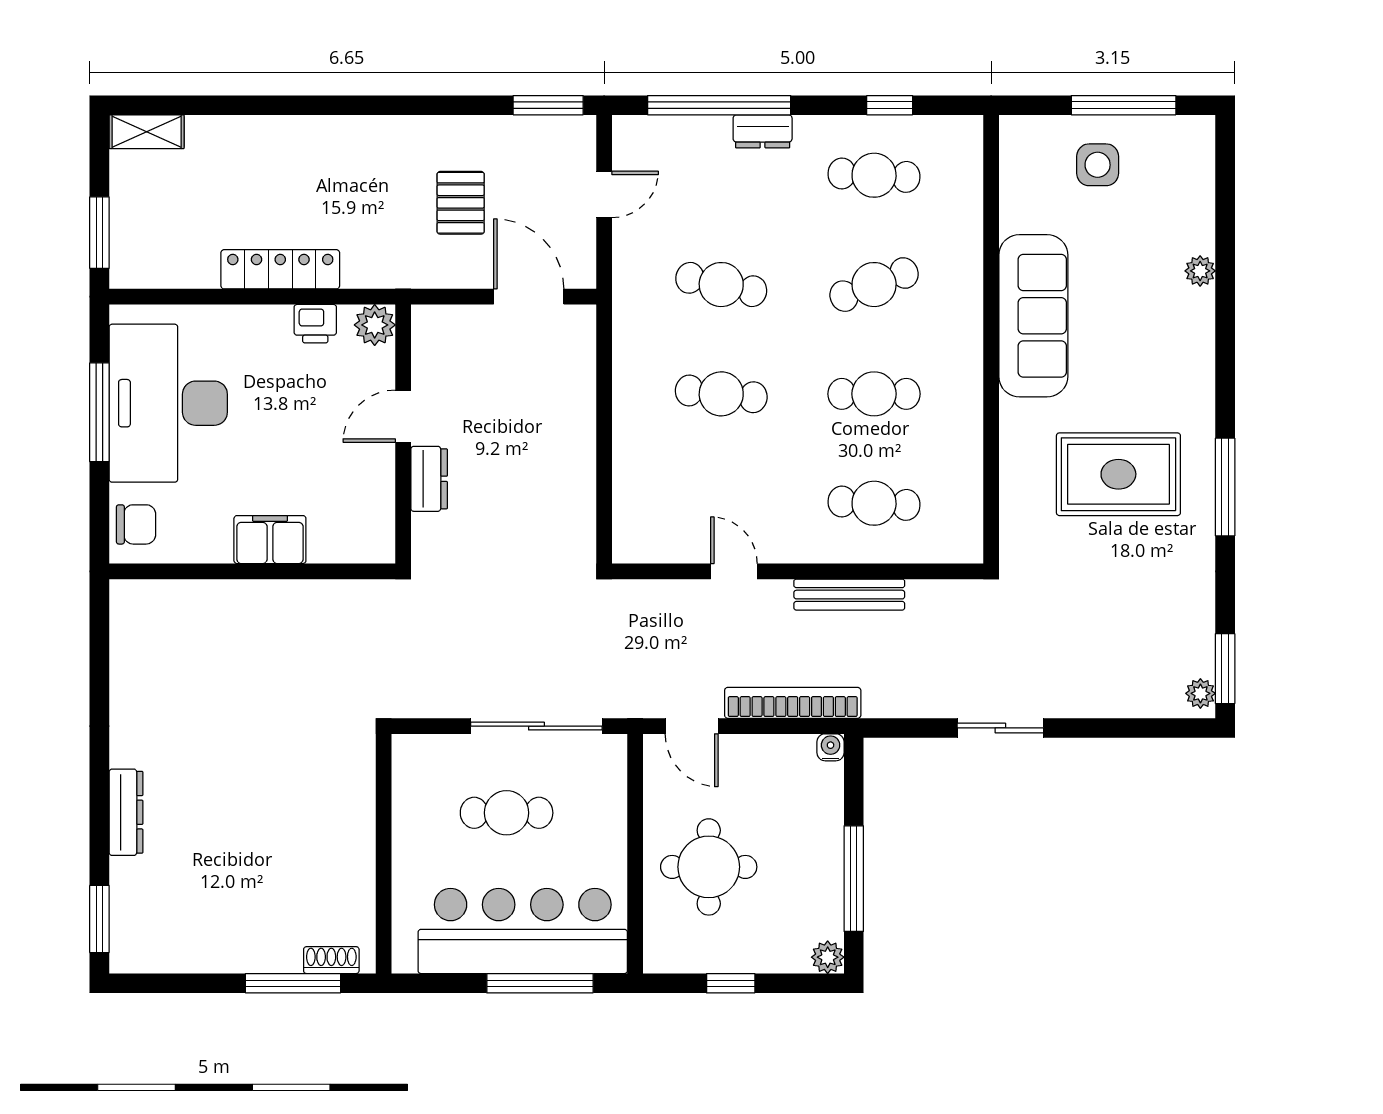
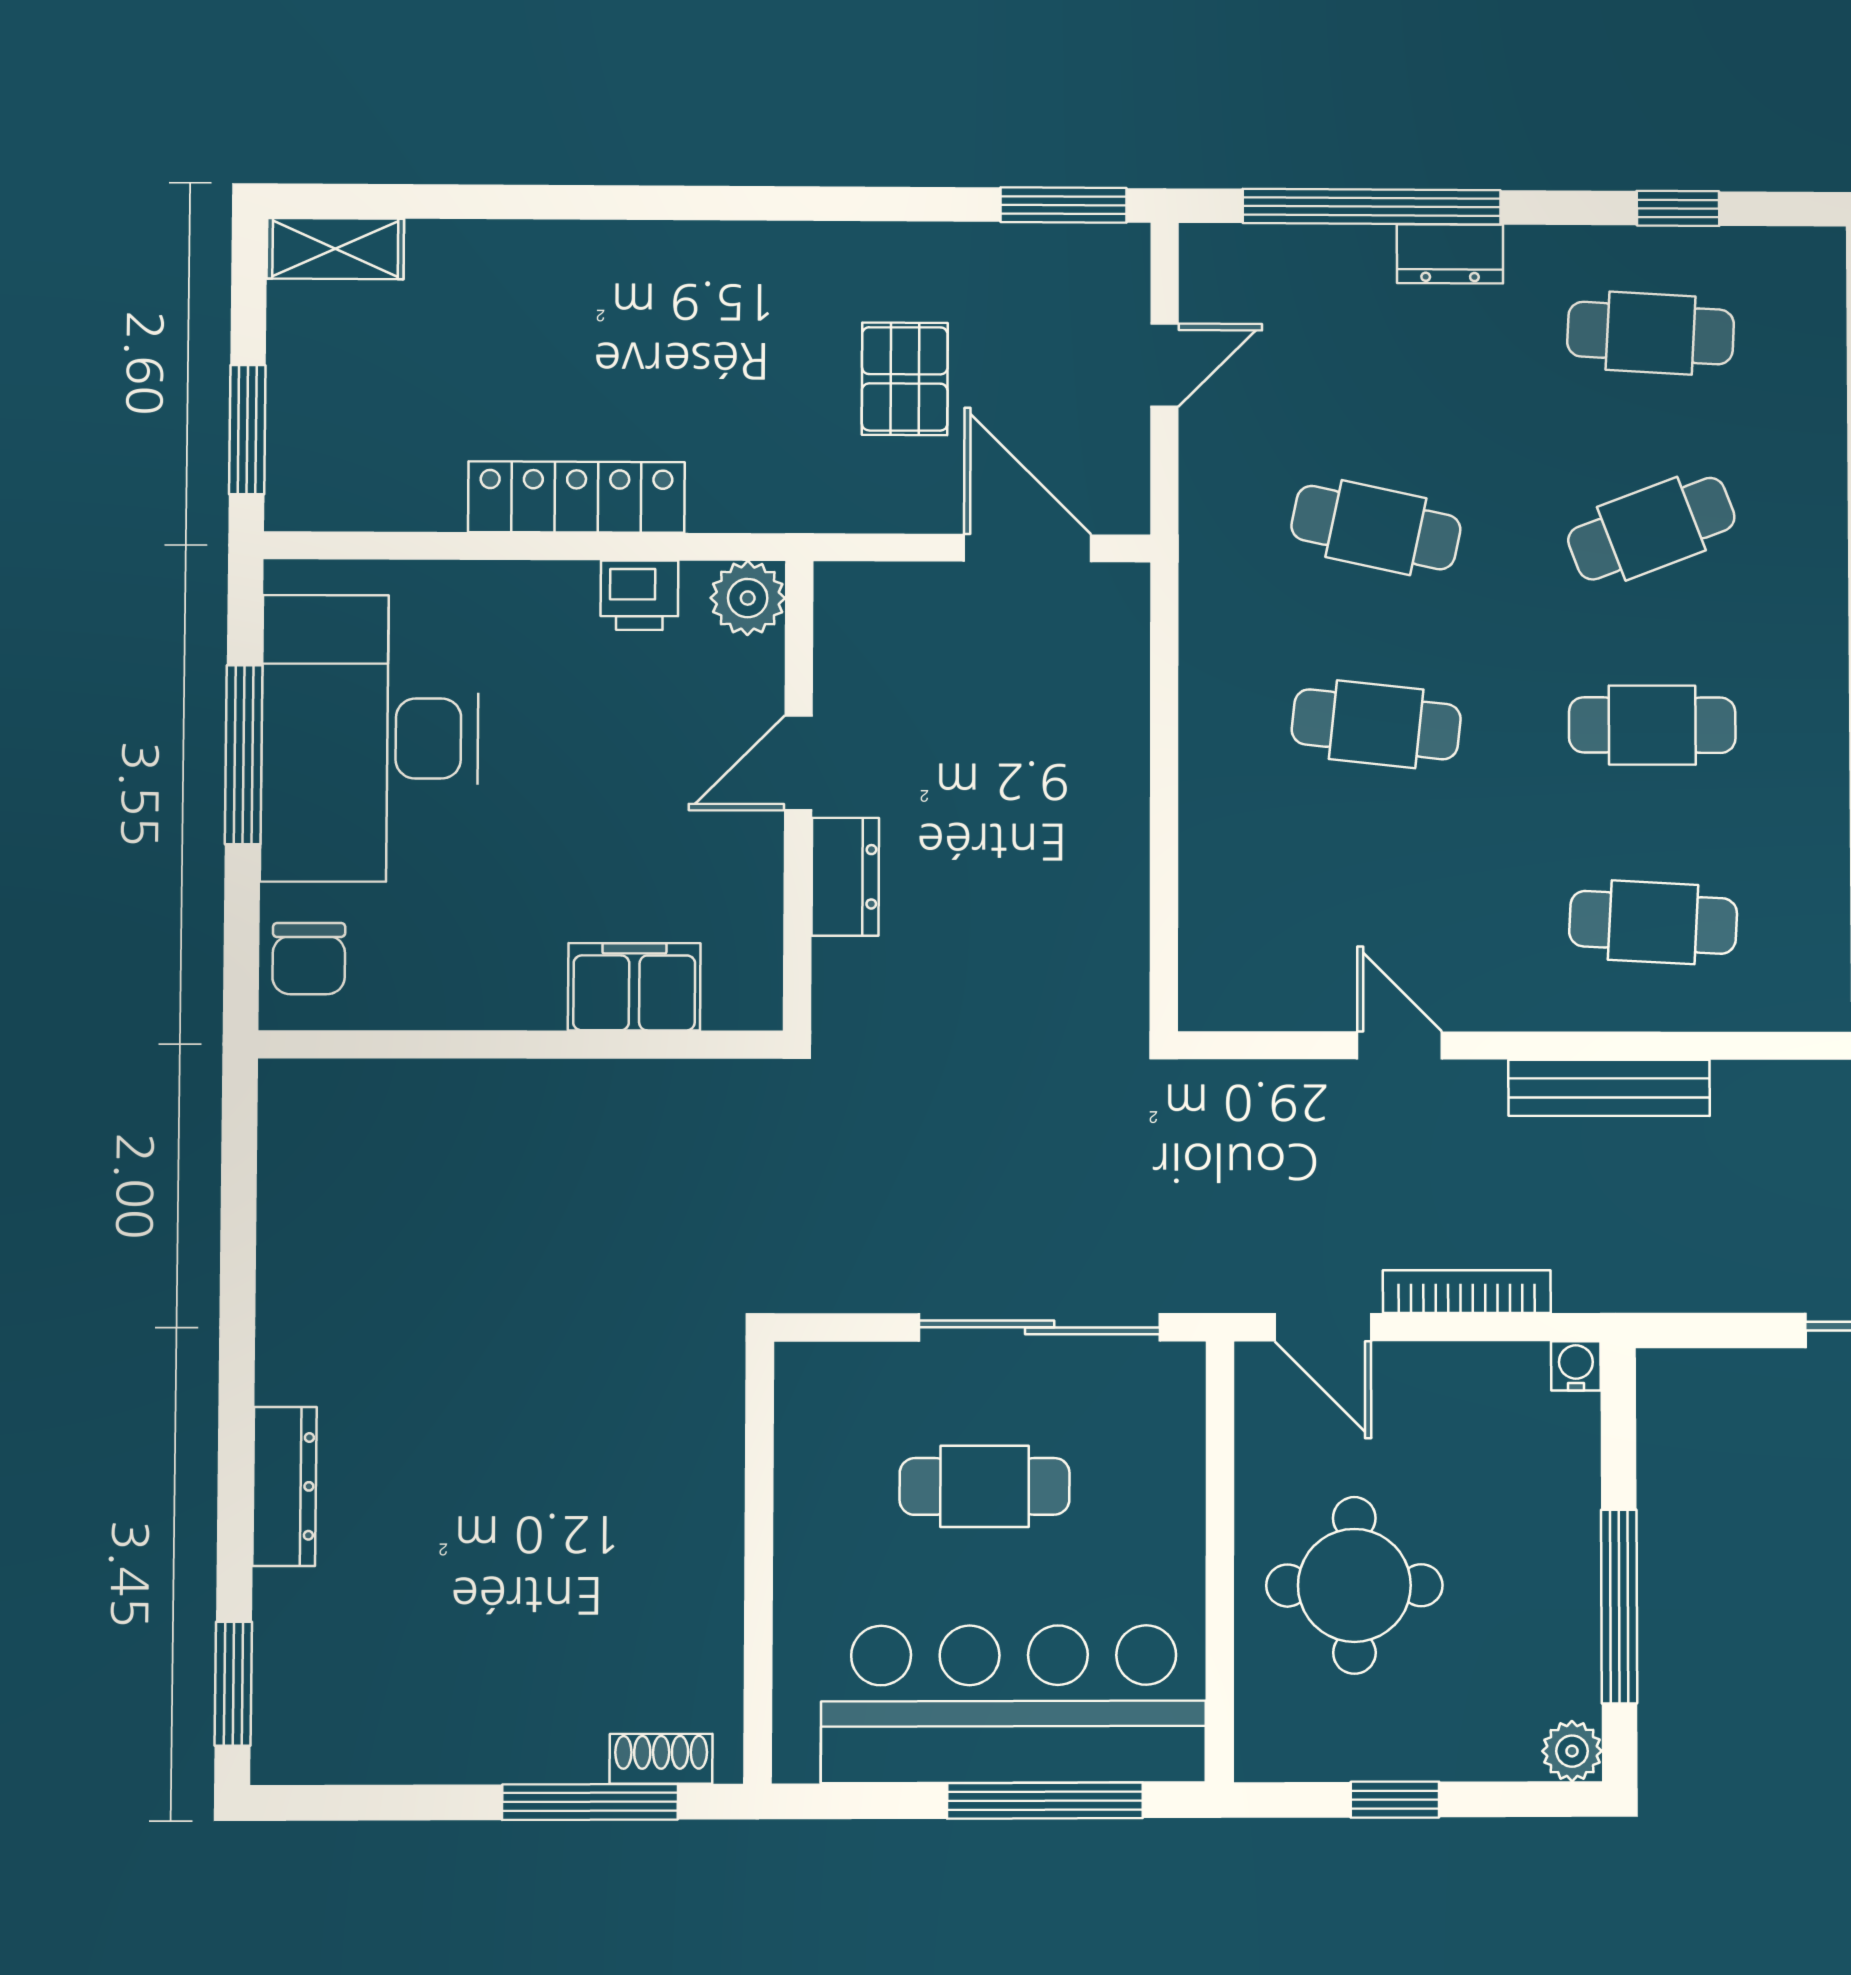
chair: (136, 524) -> (309, 959), turned 90
filing cabinet: (270, 540) -> (634, 987), moved
bookcase: (793, 703) -> (1467, 1292), width x0.68, depth x0.76

